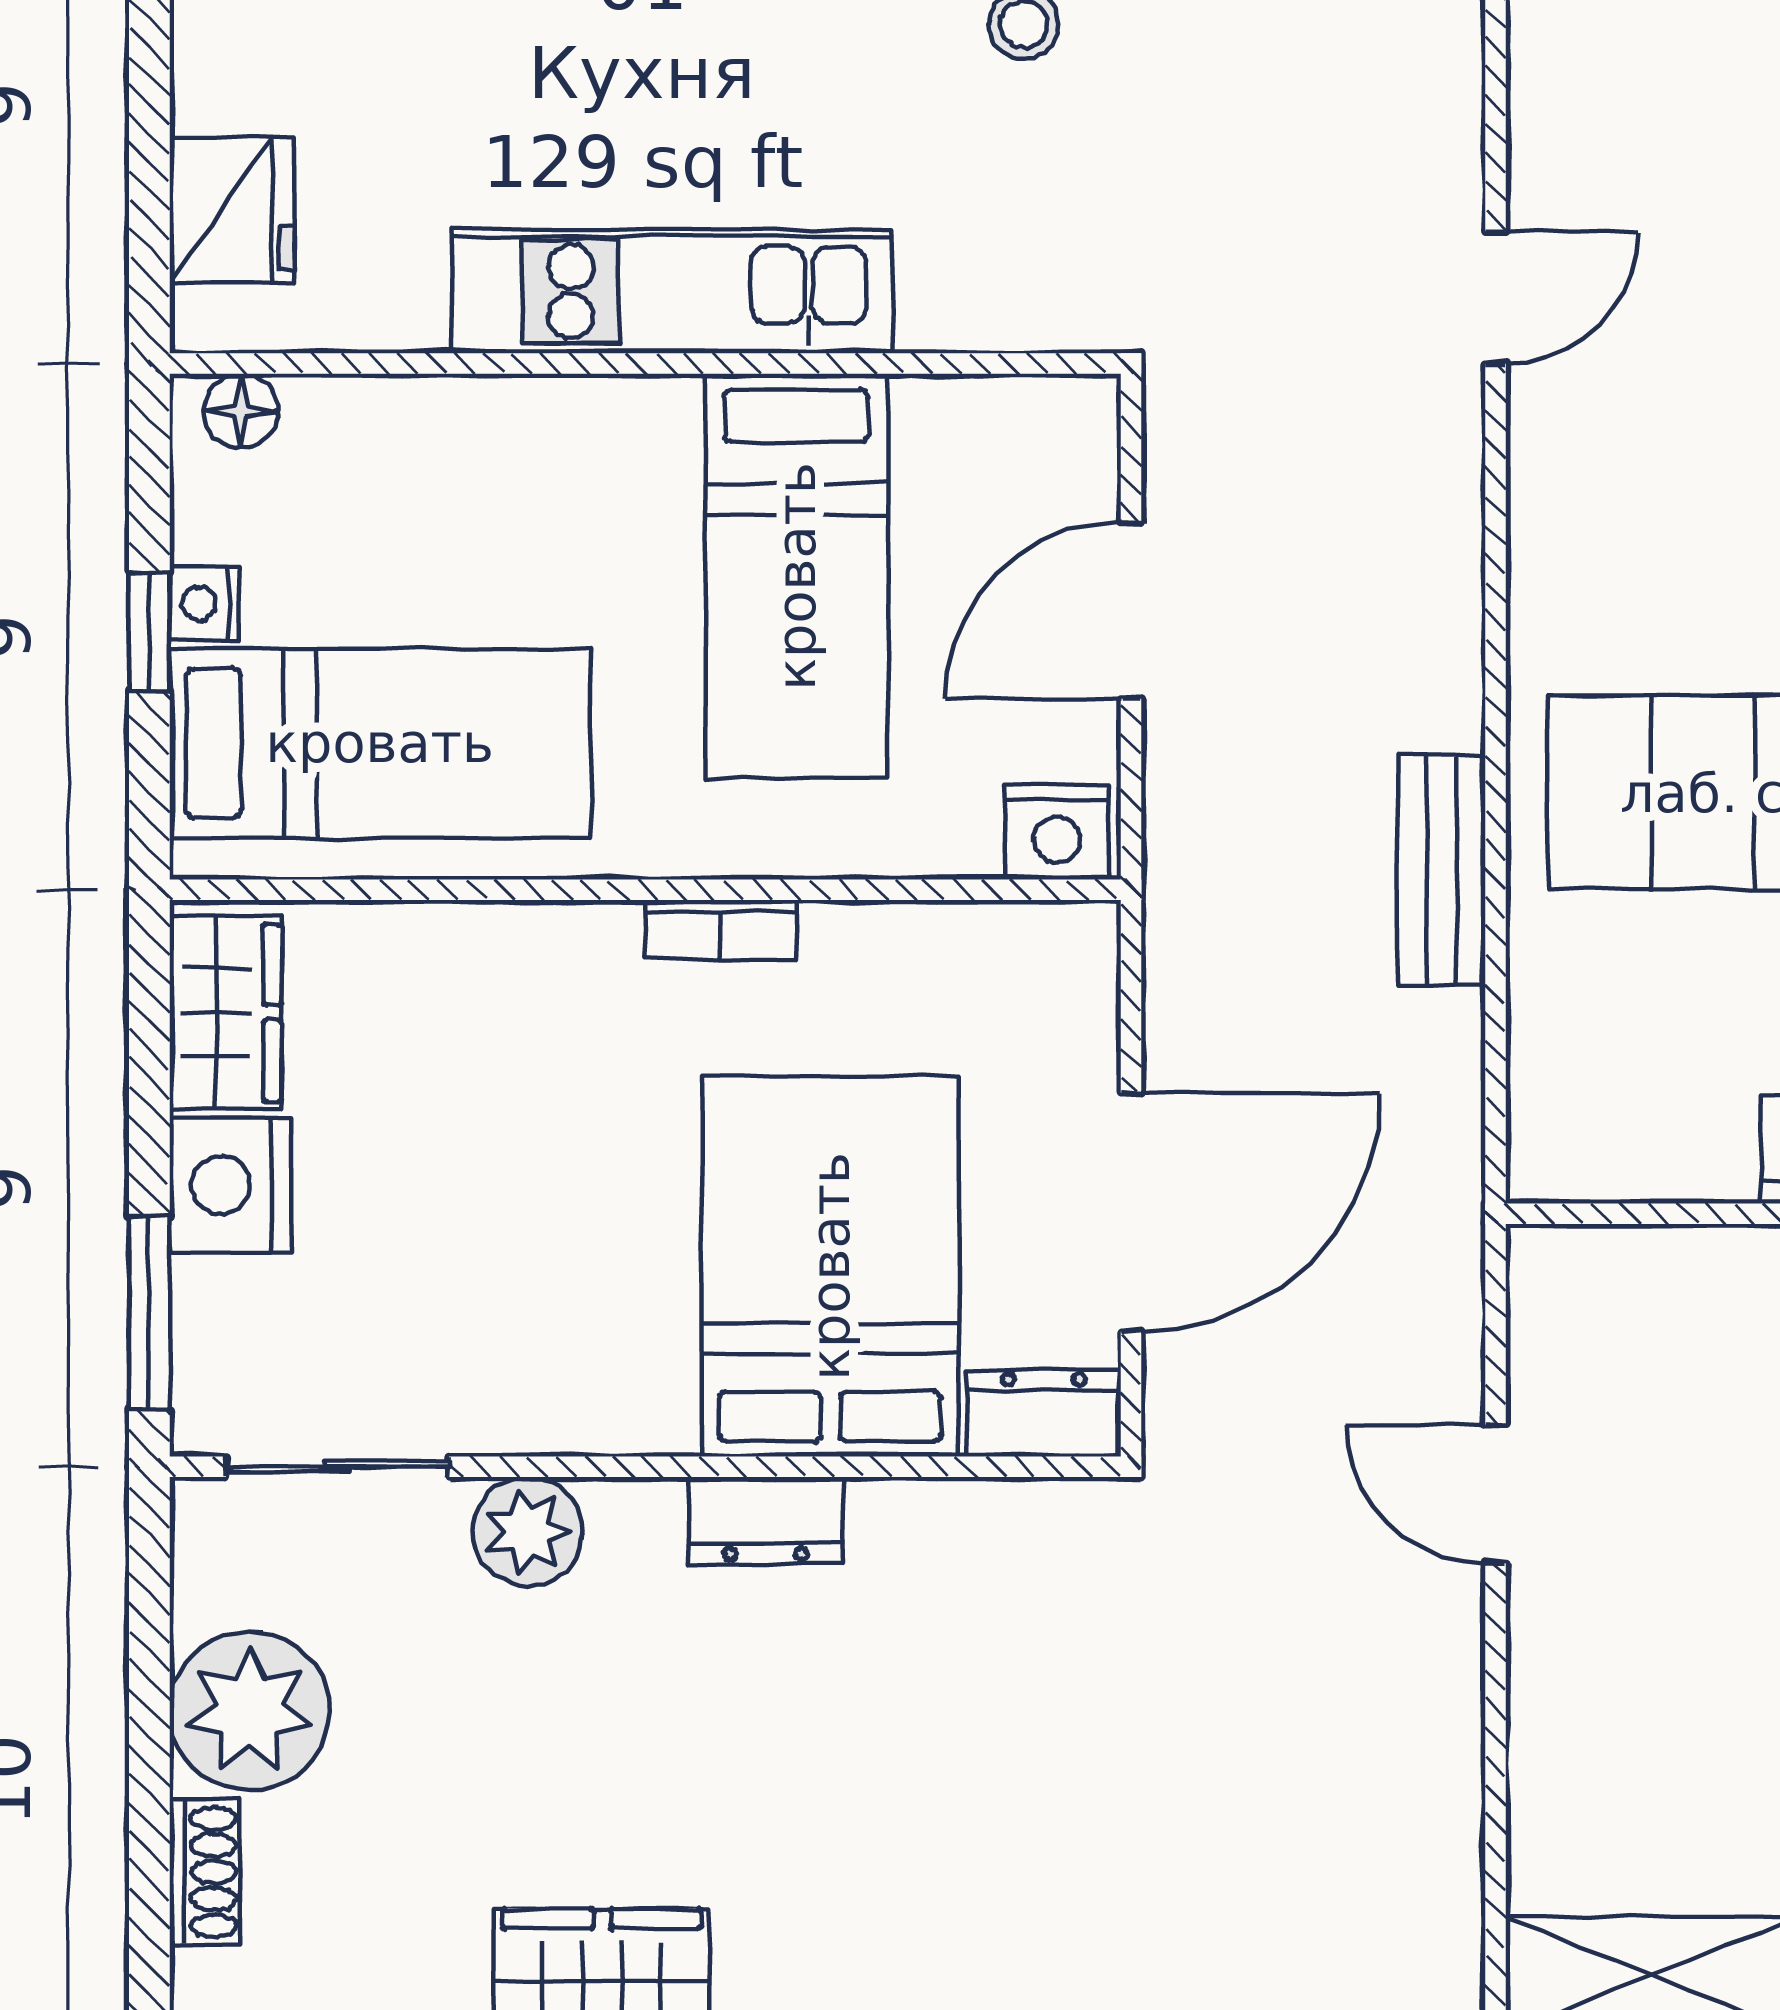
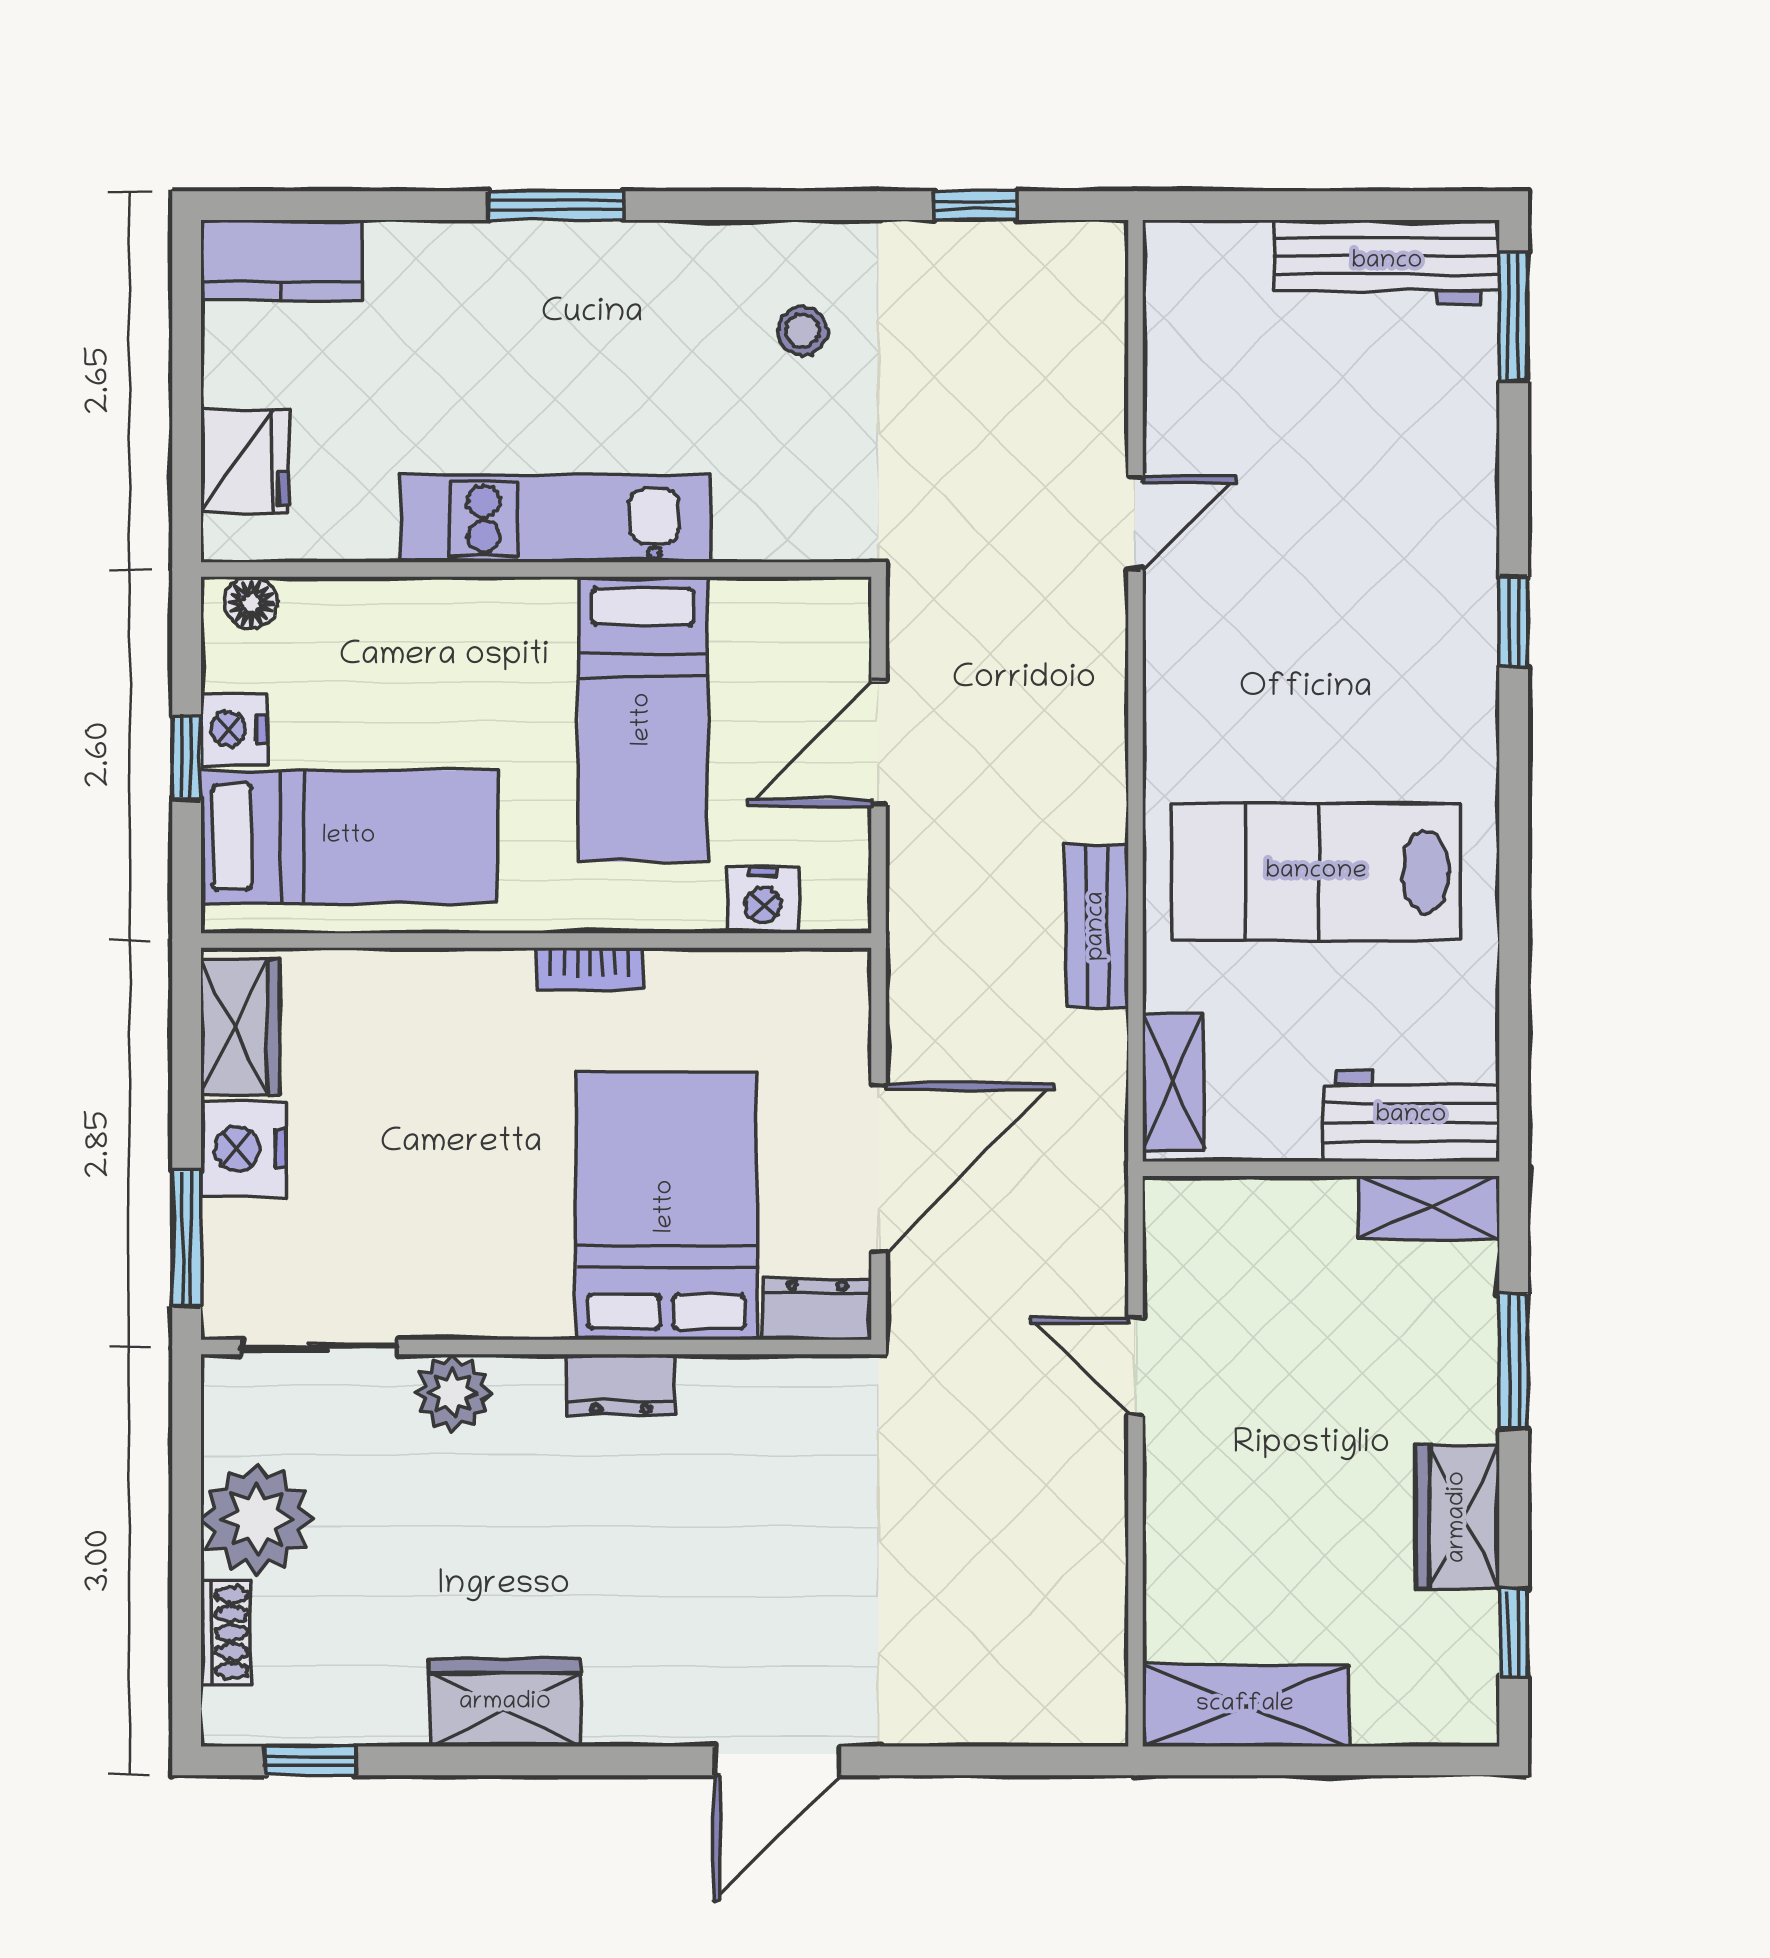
nightstand: (204, 604) -> (234, 729), width x1.39, depth x1.35
nightstand: (1057, 832) -> (763, 900), moved
shelving: (1549, 1091) -> (1173, 1082), added

